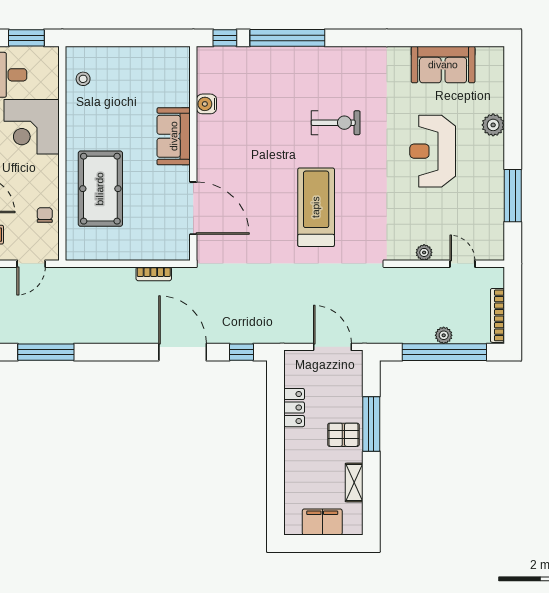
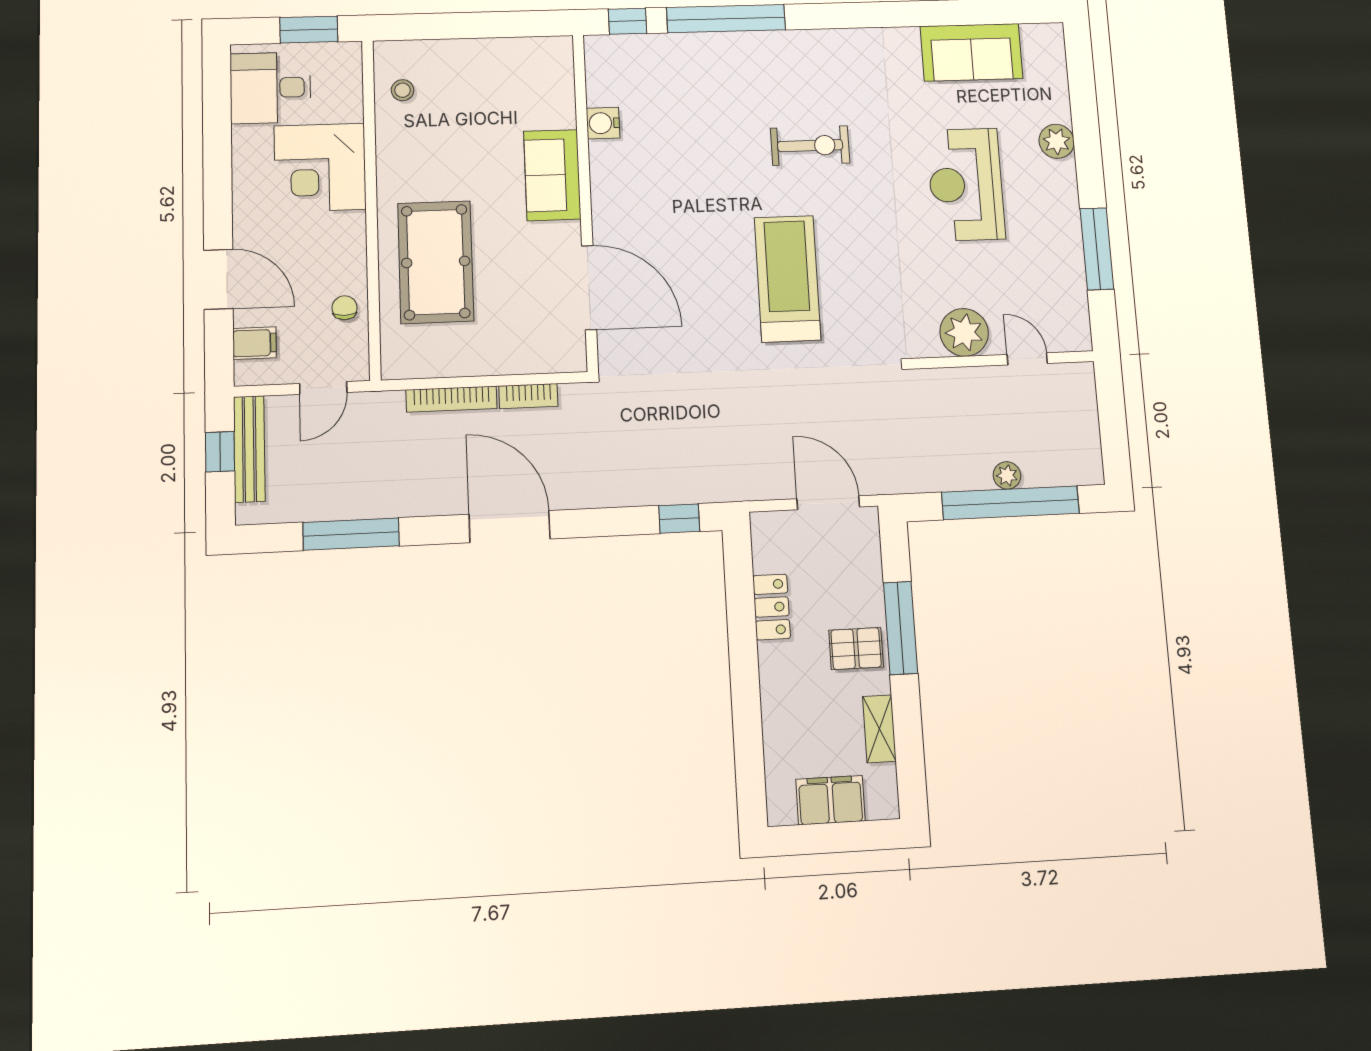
plant: (424, 252) -> (964, 332), width x1.88, depth x1.88
bookcase: (497, 315) -> (452, 399), moved, turned -90
door: (183, 352) -> (510, 527), moved

